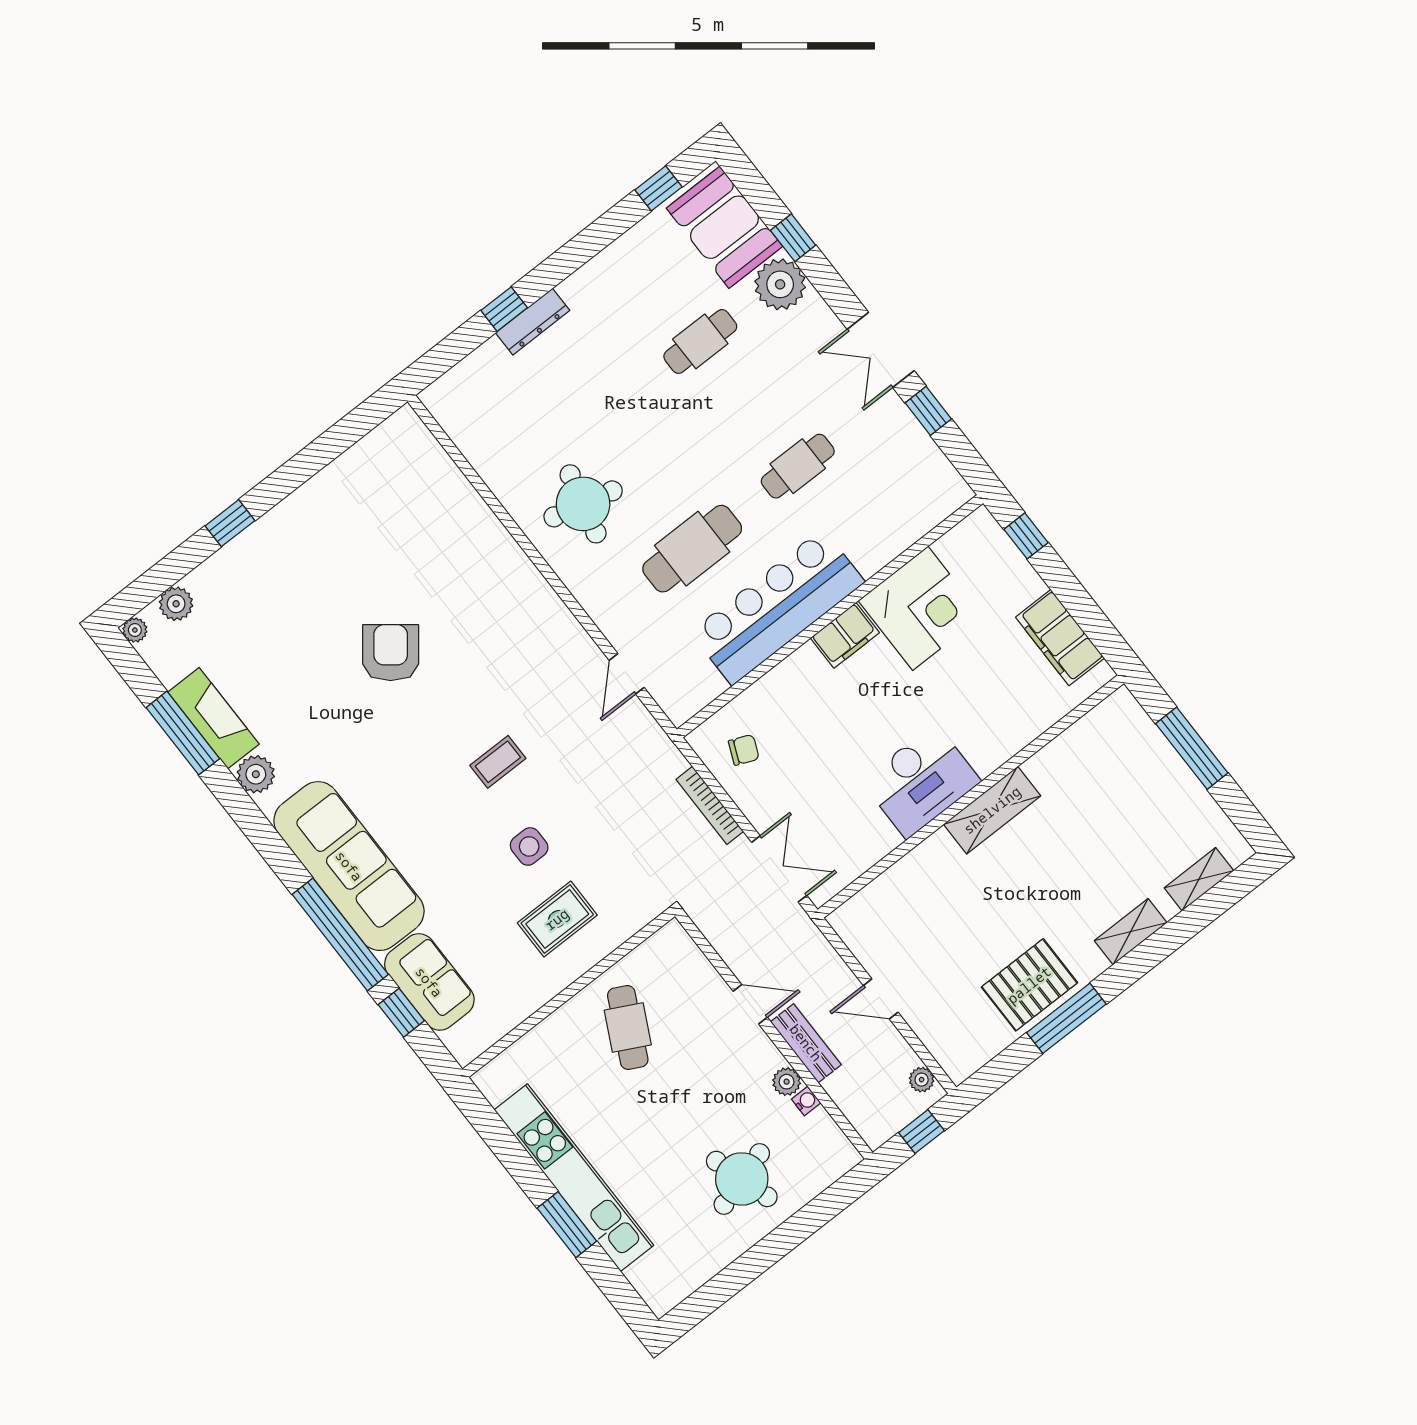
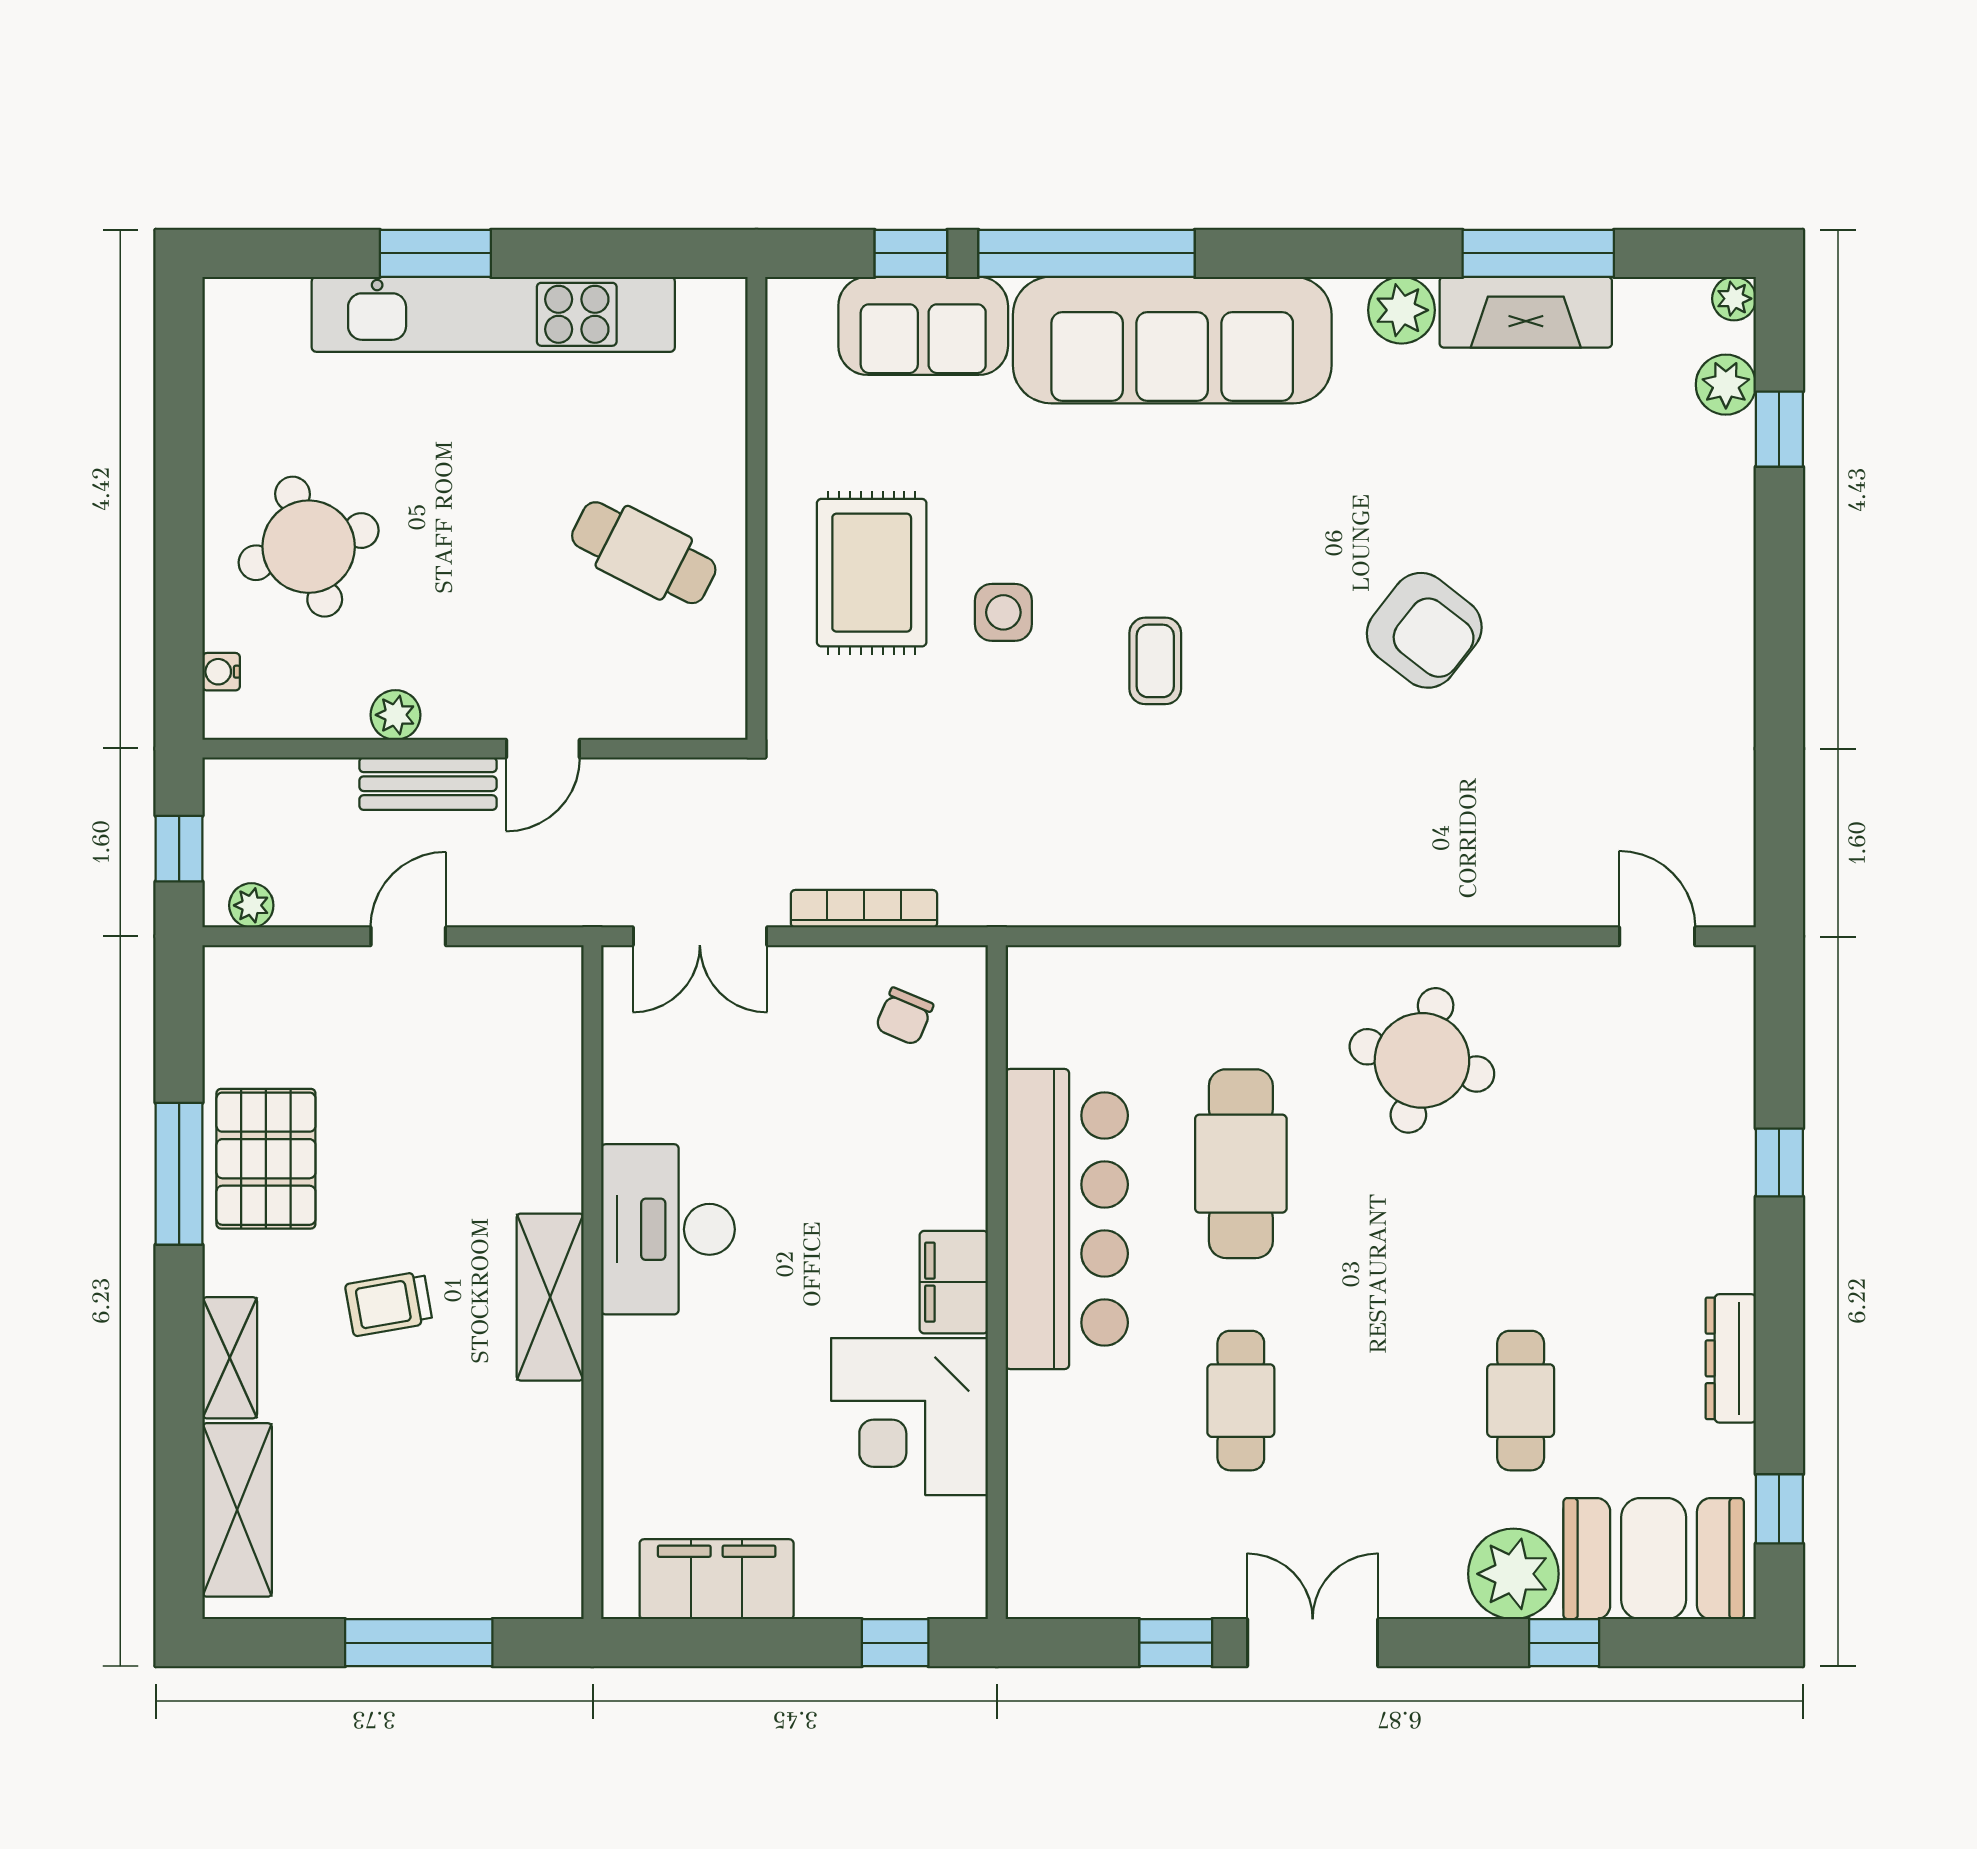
dresser: (533, 322) -> (1731, 1358), moved
window: (230, 523) -> (1779, 429), moved
door: (627, 674) -> (1657, 936), moved
shelving: (1199, 879) -> (237, 1510), width x1.50, depth x1.33
trolley: (1051, 880) -> (389, 1304), added
rug: (557, 919) -> (872, 573), width x1.36, depth x1.43
water cooler: (806, 1101) -> (221, 672), moved, turned 90

